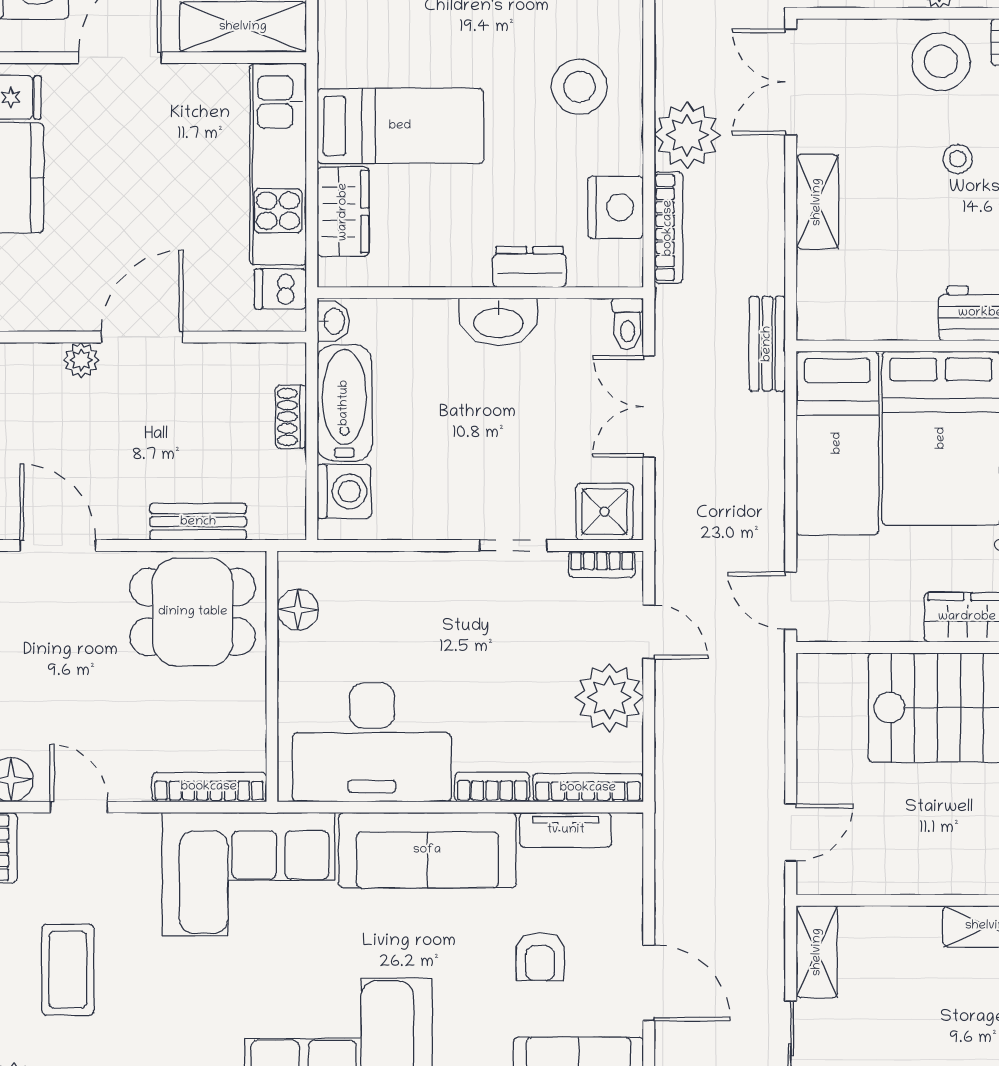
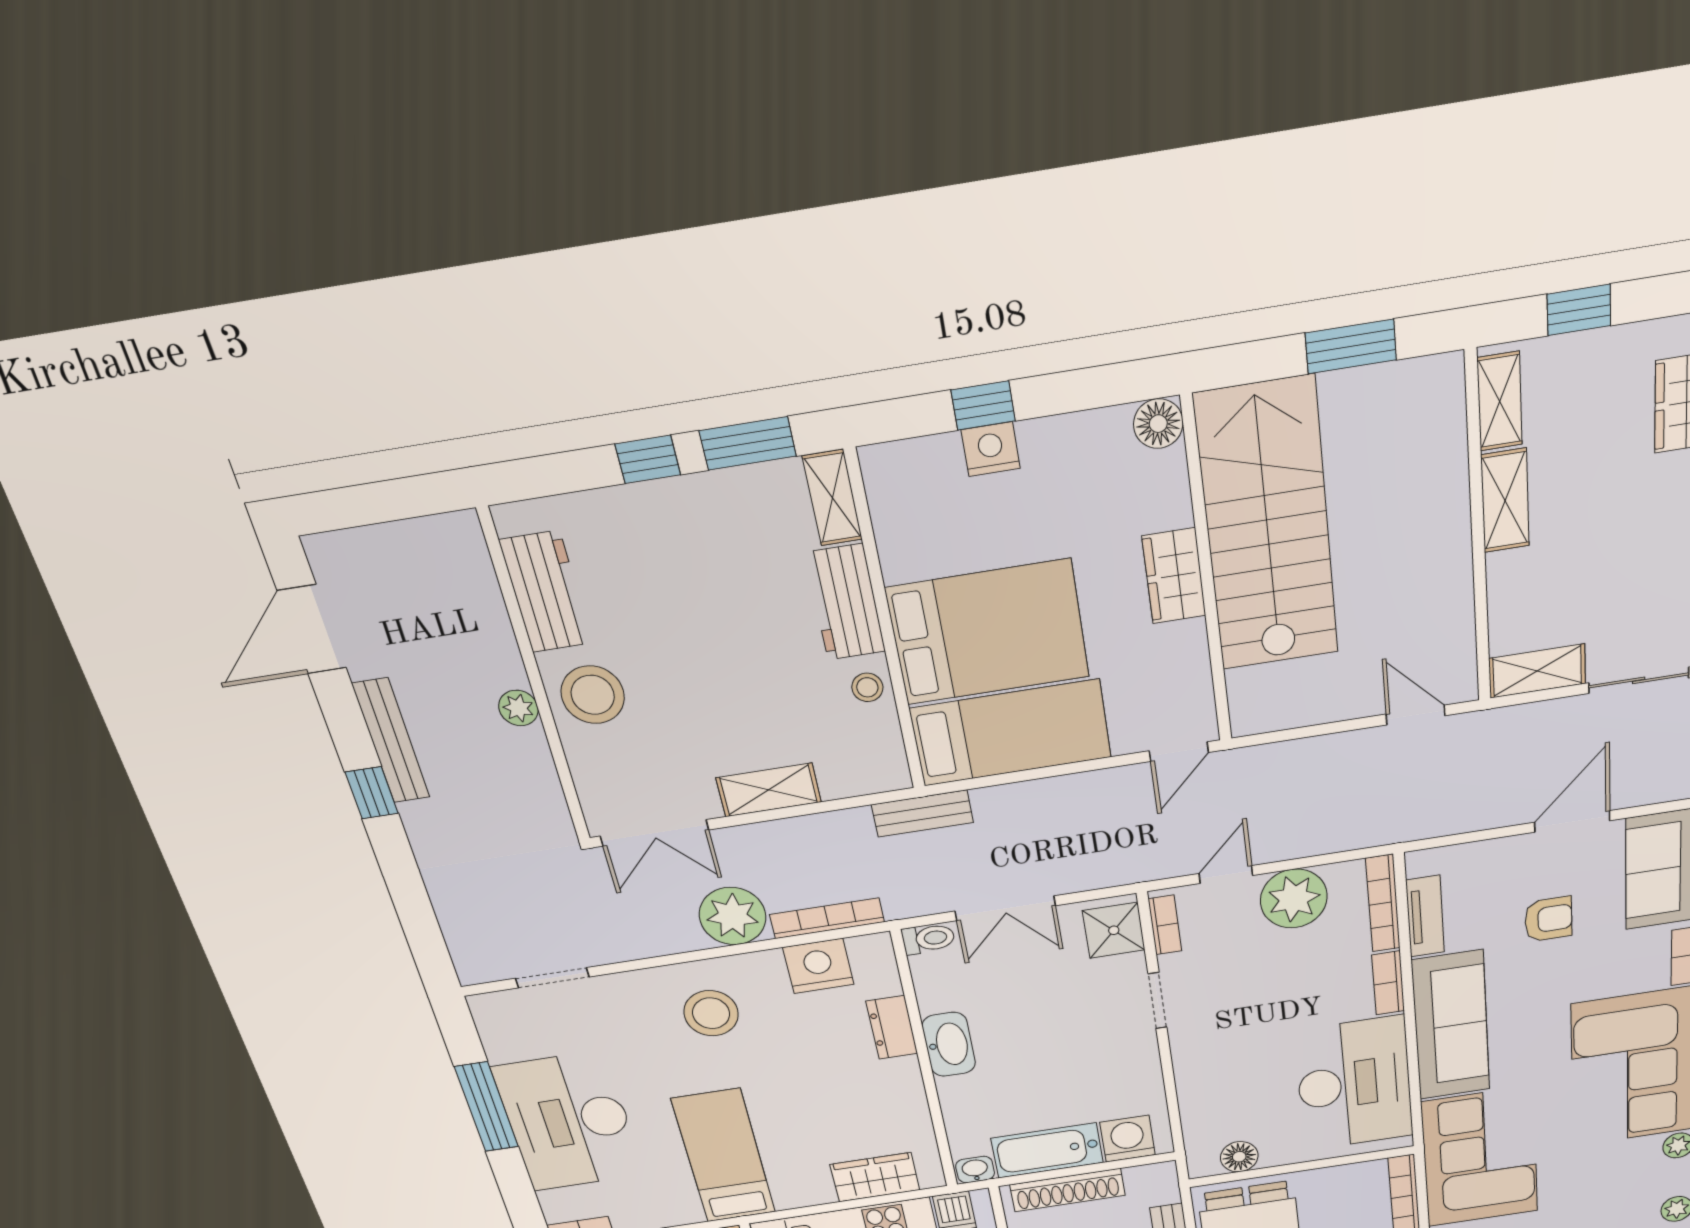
bed: (400, 126) -> (724, 1156), moved
stool: (958, 159) -> (867, 687), moved
shoe rack: (291, 417) -> (1068, 1190), width x1.94, depth x1.24

